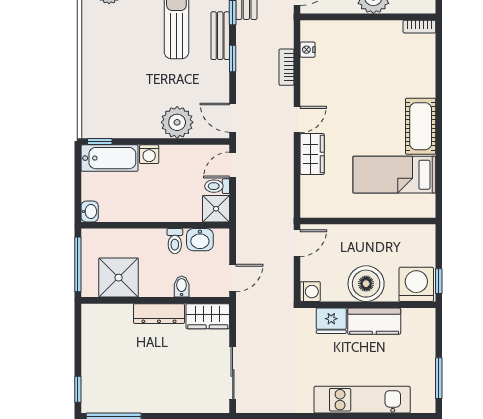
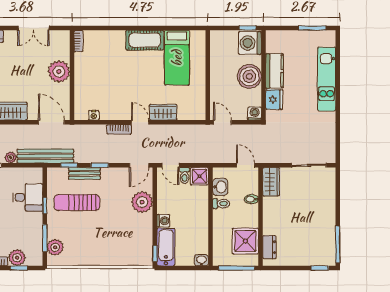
bookcase: (286, 67) -> (119, 129), moved
dresser: (159, 314) -> (269, 247), moved, width x0.70

